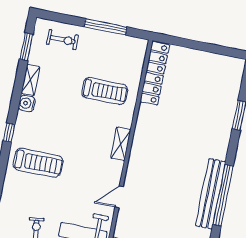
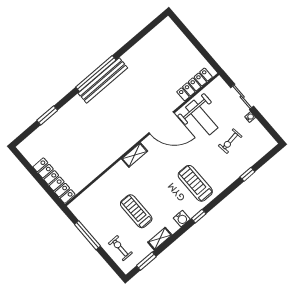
locker: (155, 73) -> (54, 181), moved, turned 90
treadmill: (105, 91) -> (136, 211), moved
water cooler: (27, 103) -> (182, 219), moved
door: (119, 197) -> (161, 123), width x1.87

